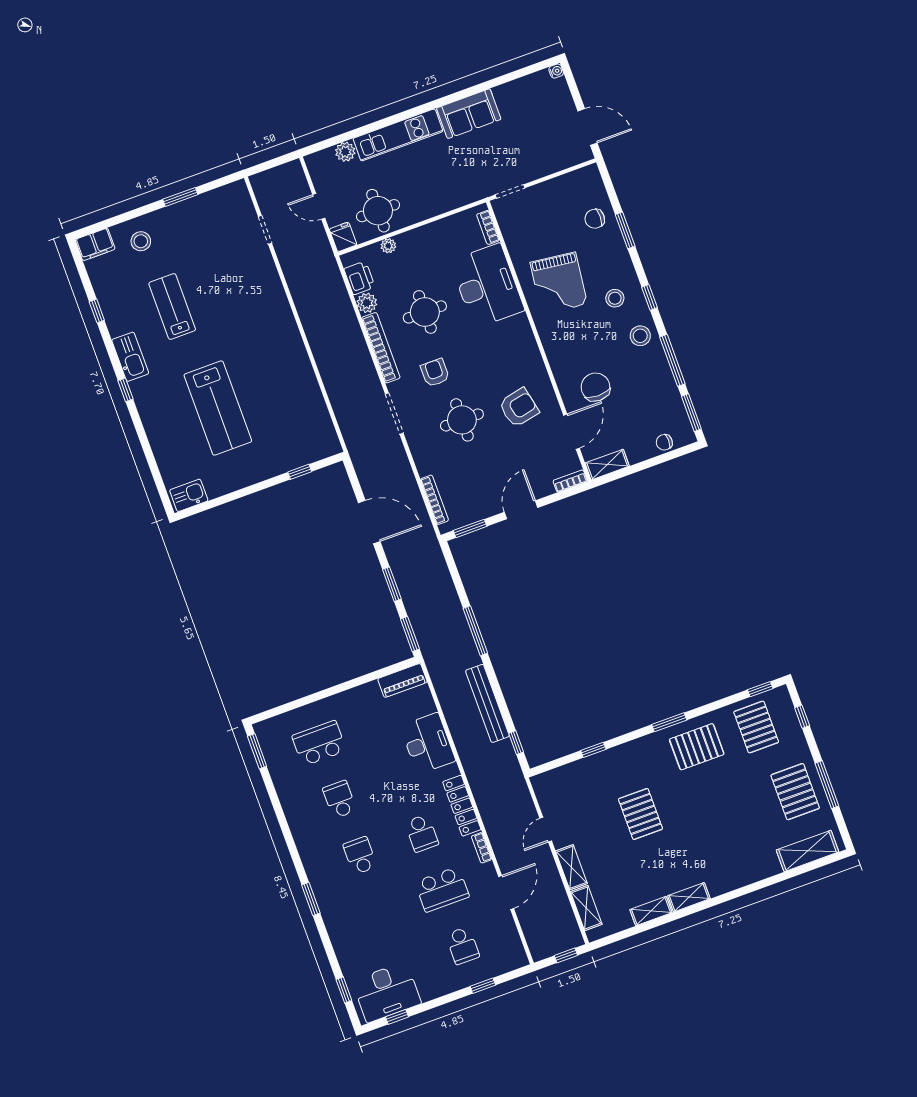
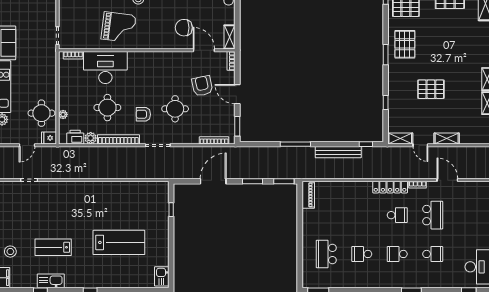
kitchen sink: (130, 357) -> (51, 281), moved
armchair: (519, 408) -> (202, 86), moved
desk: (428, 743) -> (348, 193), removed
shelving: (586, 908) -> (400, 139), moved
school desk: (463, 946) -> (433, 254), moved

